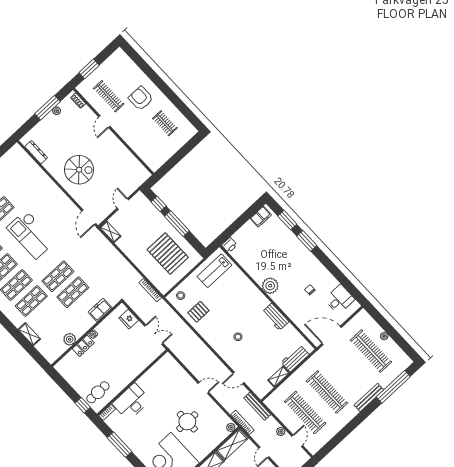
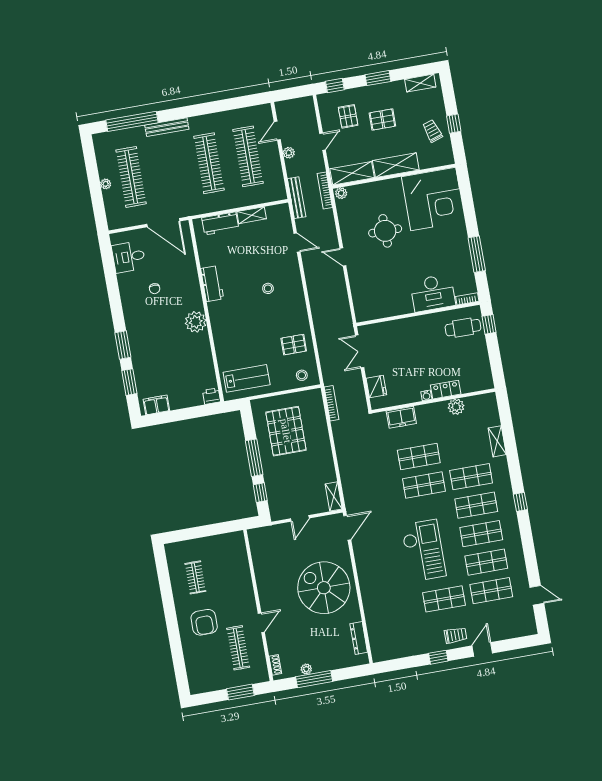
spiral stairs: (79, 170) -> (324, 588), width x1.37, depth x1.37

